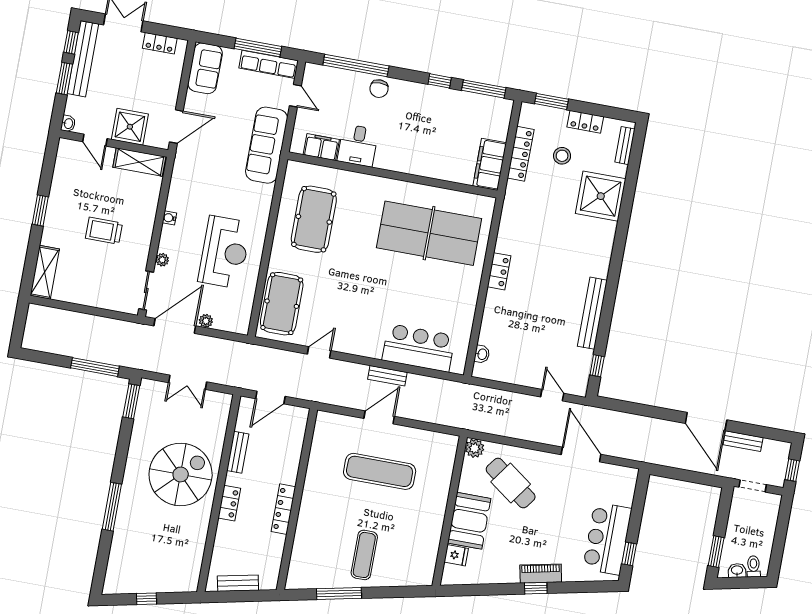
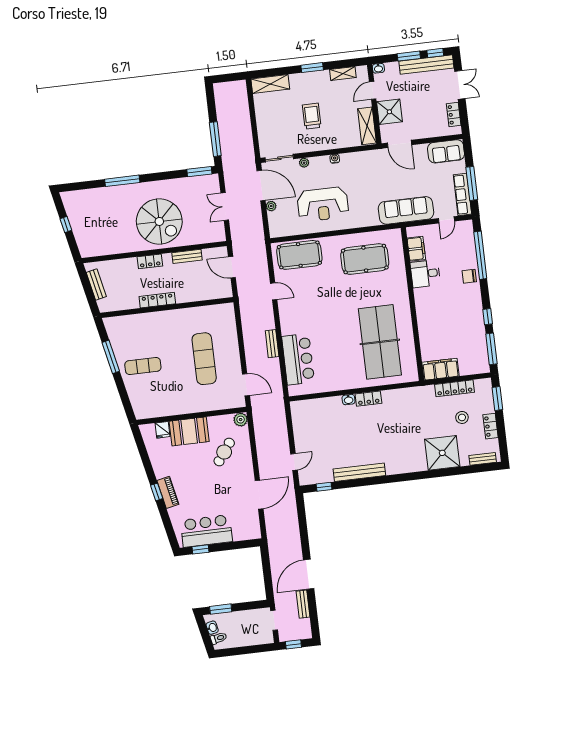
shelving: (61, 172) -> (343, 74), added
washbasin: (482, 354) -> (349, 400), moved
door: (379, 417) -> (246, 385), moved
cafe table: (511, 483) -> (224, 452), width x0.73, depth x0.74

